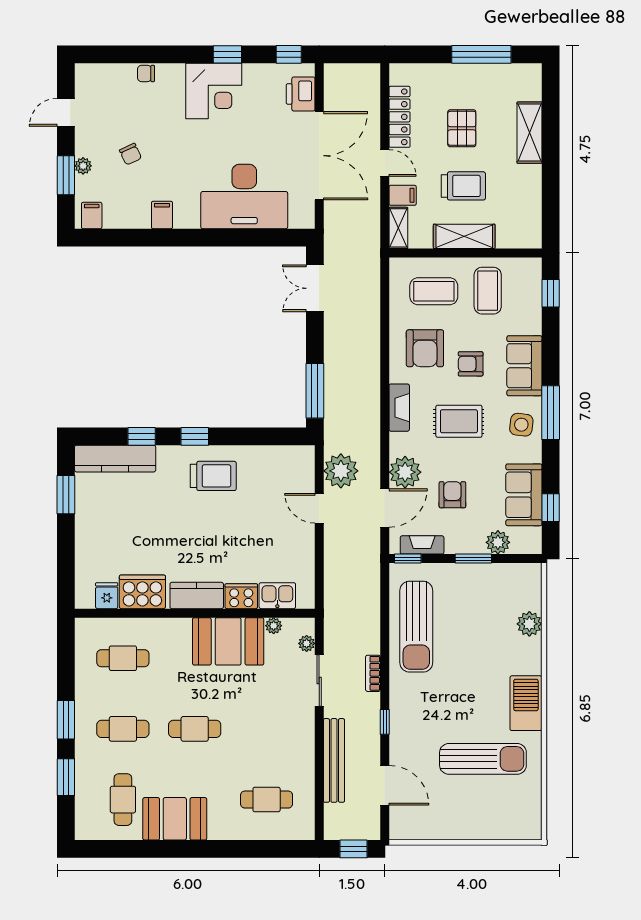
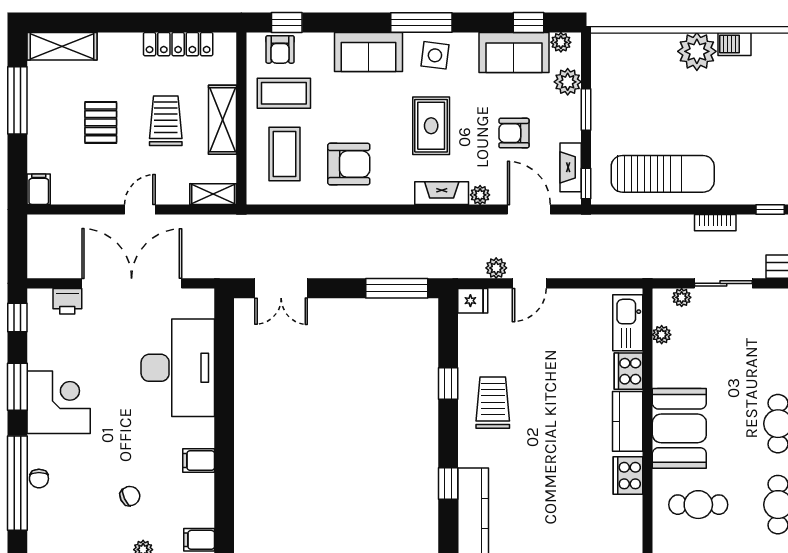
window: (142, 54) -> (17, 483), added
window: (227, 54) -> (17, 387), width x1.50
printer: (301, 94) -> (67, 301), width x0.73, depth x0.81
locker: (399, 117) -> (178, 44), moved, turned 180
pallet: (462, 128) -> (101, 122), turned 90
shelving: (529, 133) -> (62, 46), moved
filing cabinet: (403, 195) -> (39, 189), moved
armchair: (471, 364) -> (280, 49), moved
fireplace: (399, 408) -> (442, 193), moved
window: (195, 436) -> (448, 384), moved
plant: (341, 471) -> (496, 268), width x0.53, depth x0.53
plant: (405, 472) -> (480, 195), width x0.53, depth x0.53
plant: (533, 536) -> (561, 42), added
cooker: (142, 592) -> (628, 476), width x0.73, depth x0.76
fridge: (107, 596) -> (473, 301), moved, turned 180
kitchen sink: (277, 596) -> (628, 323), width x1.38
plant: (529, 624) -> (697, 51), moved, width x1.36, depth x1.36
booth: (228, 641) -> (679, 428), moved
cafe table: (123, 658) -> (698, 505), turned 90
barbecue: (526, 703) -> (734, 44), width x0.53, depth x0.65

